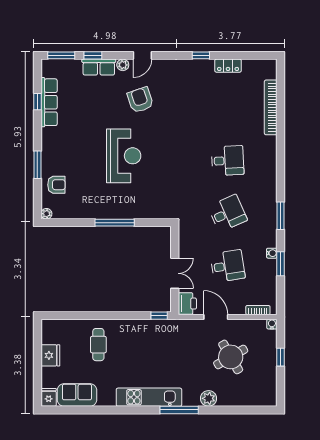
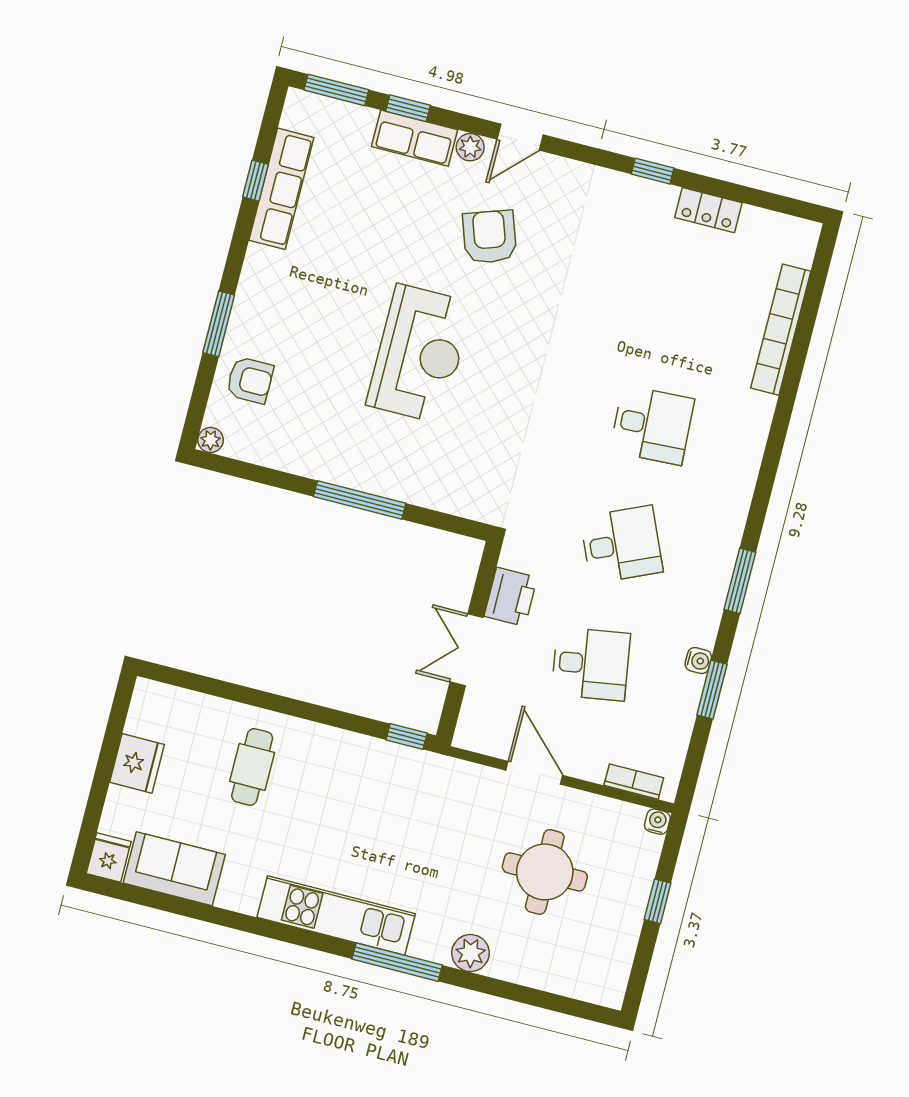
double door: (175, 273) -> (467, 650), swing flipped
printer: (187, 304) -> (511, 597), moved
round table: (231, 357) -> (545, 872), turned 30

